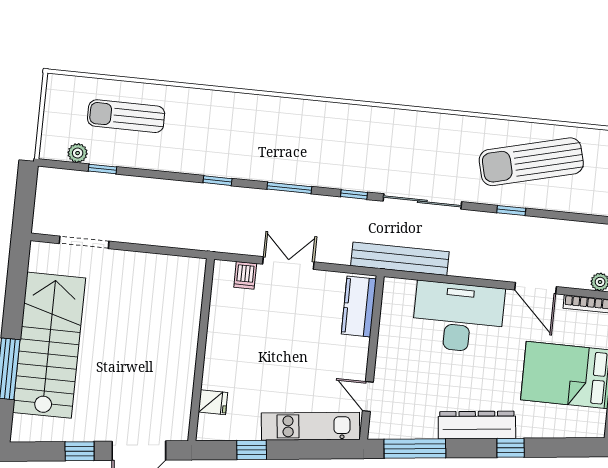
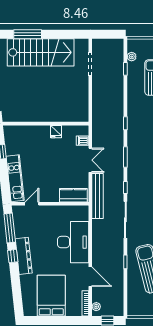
bench: (400, 259) -> (98, 196), moved
door: (535, 288) -> (90, 277), swing flipped
fridge: (213, 402) -> (56, 132), moved
window: (511, 448) -> (13, 256), moved

